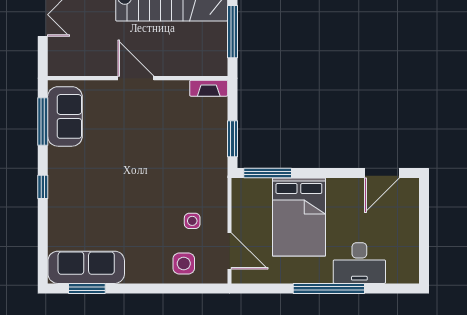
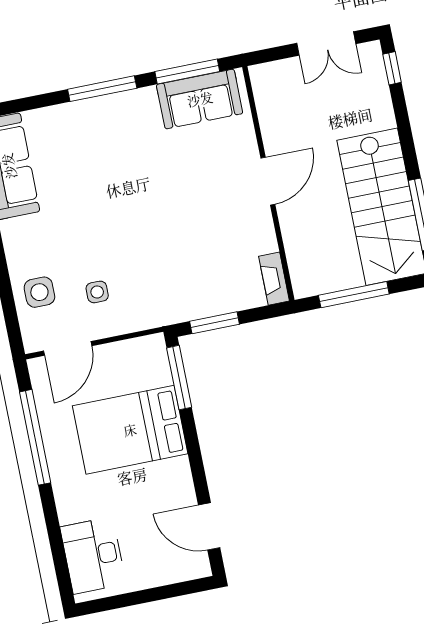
window: (43, 187) -> (102, 89), width x2.17
desk: (359, 263) -> (93, 555), moved
window: (329, 288) -> (35, 437), moved

